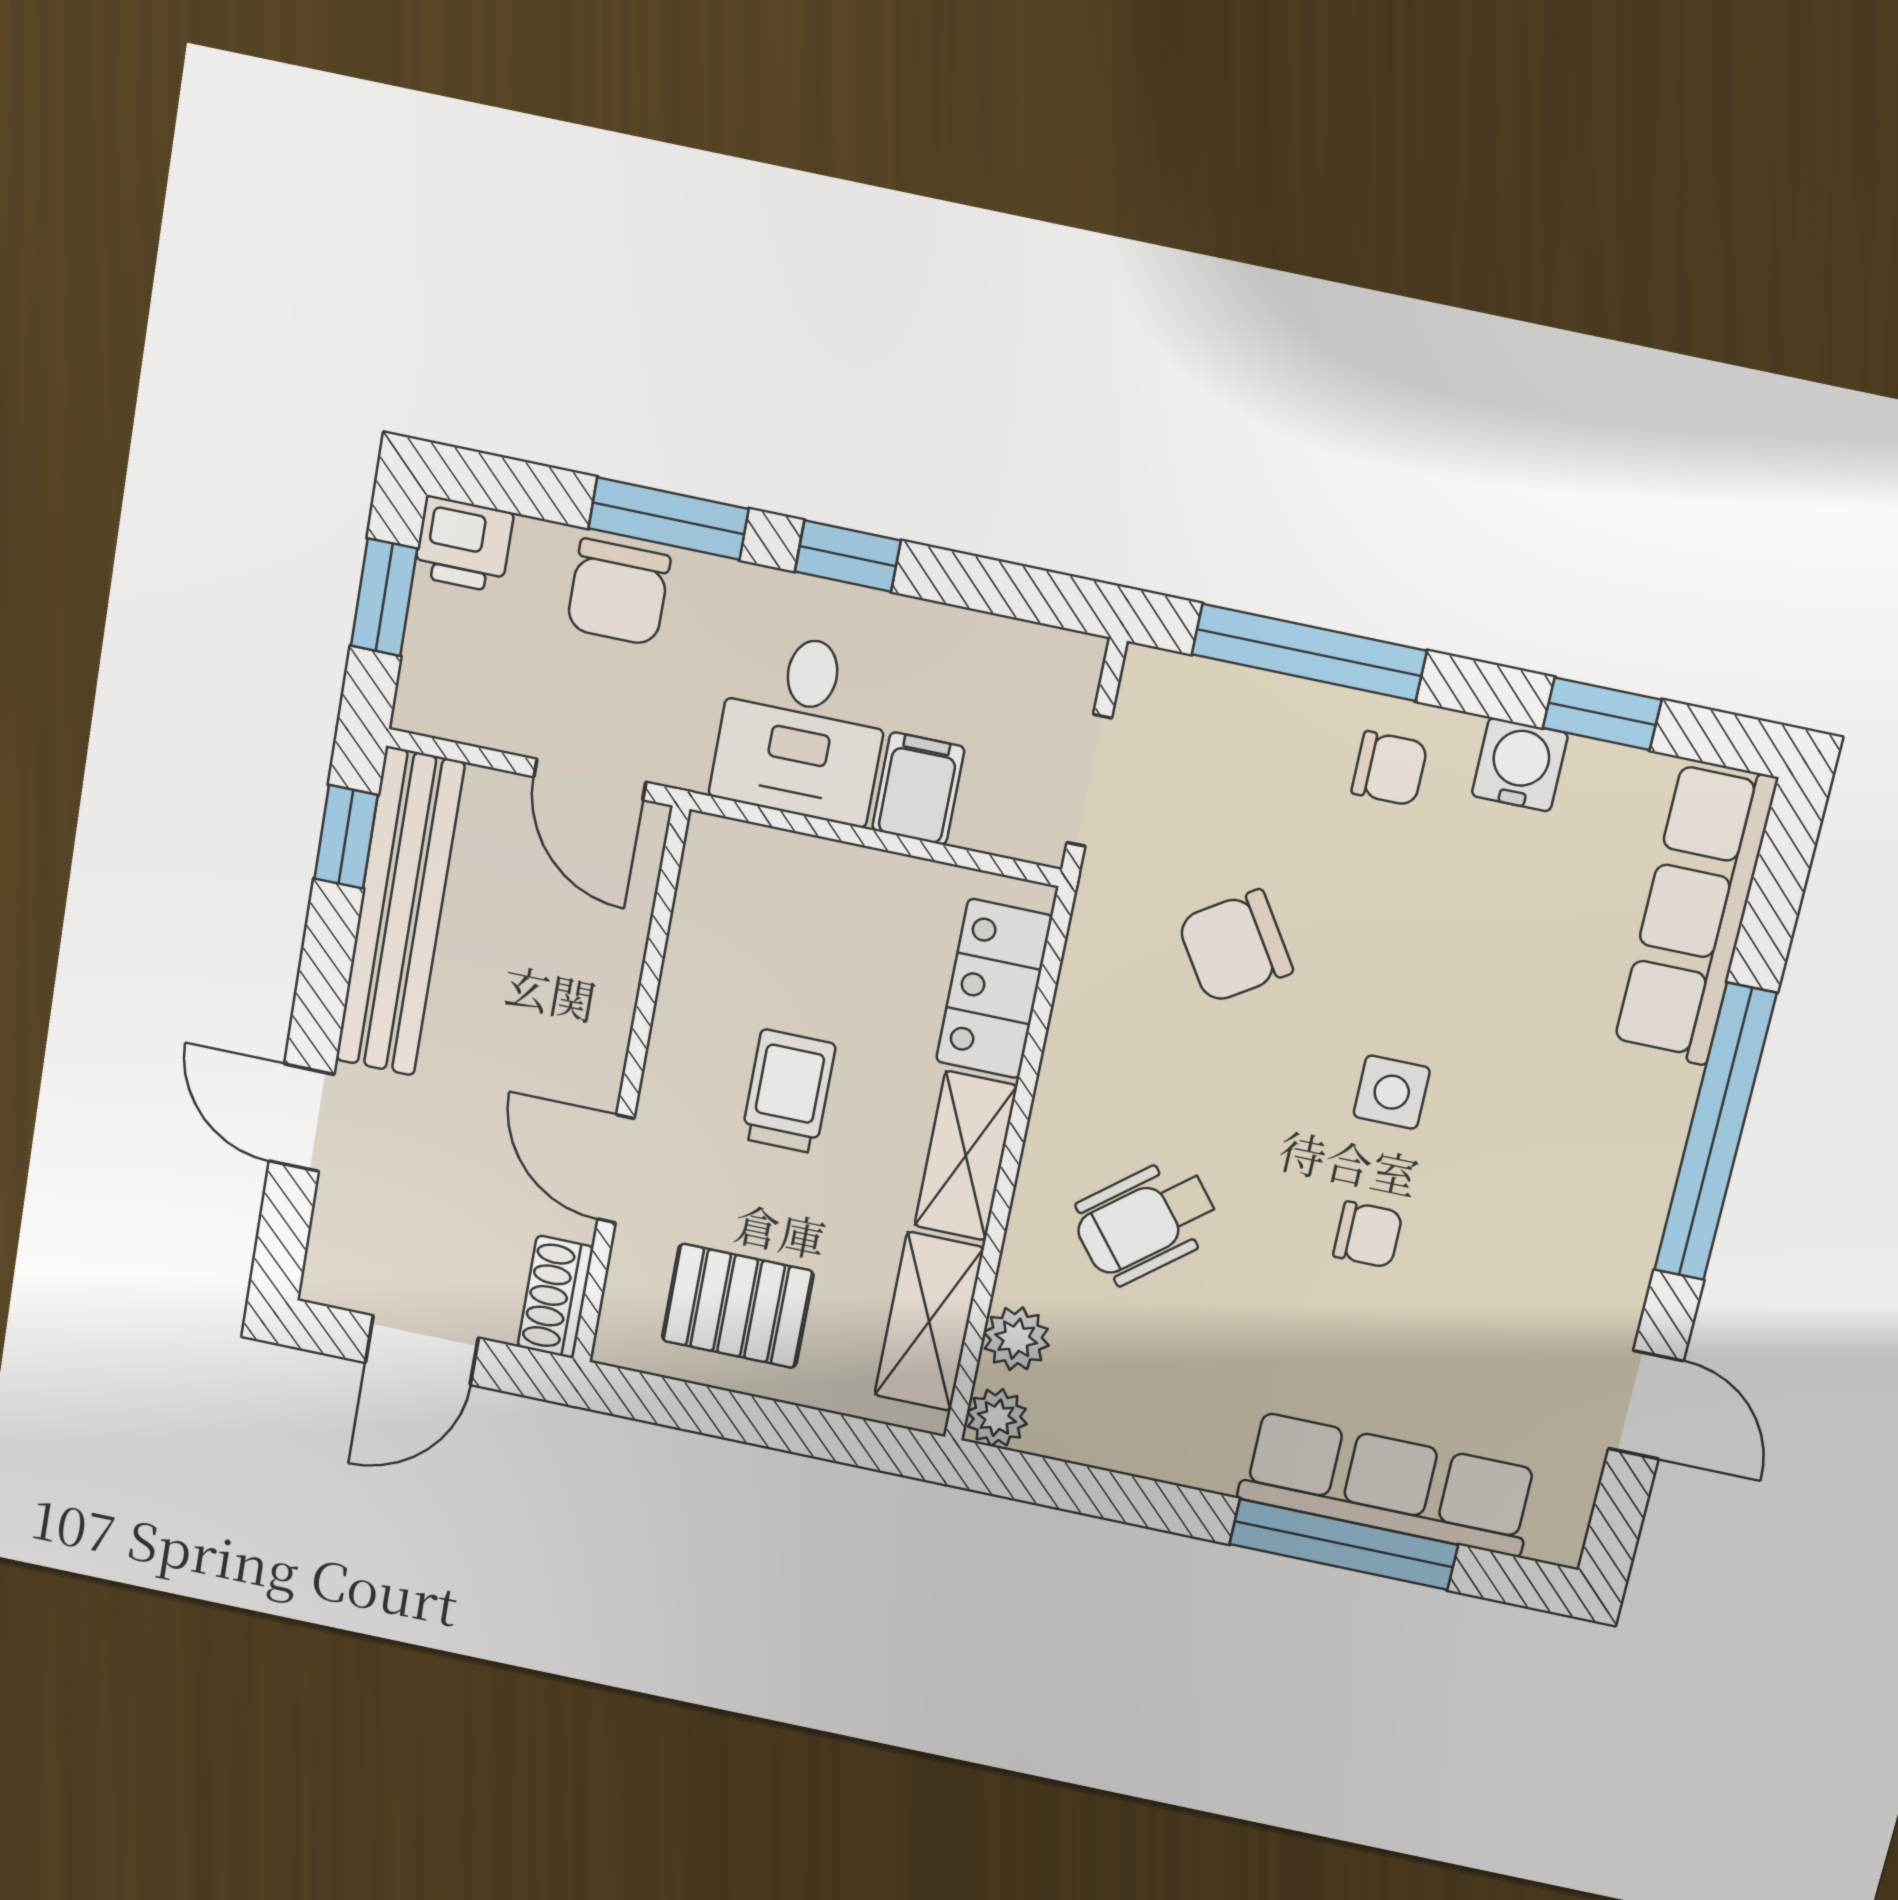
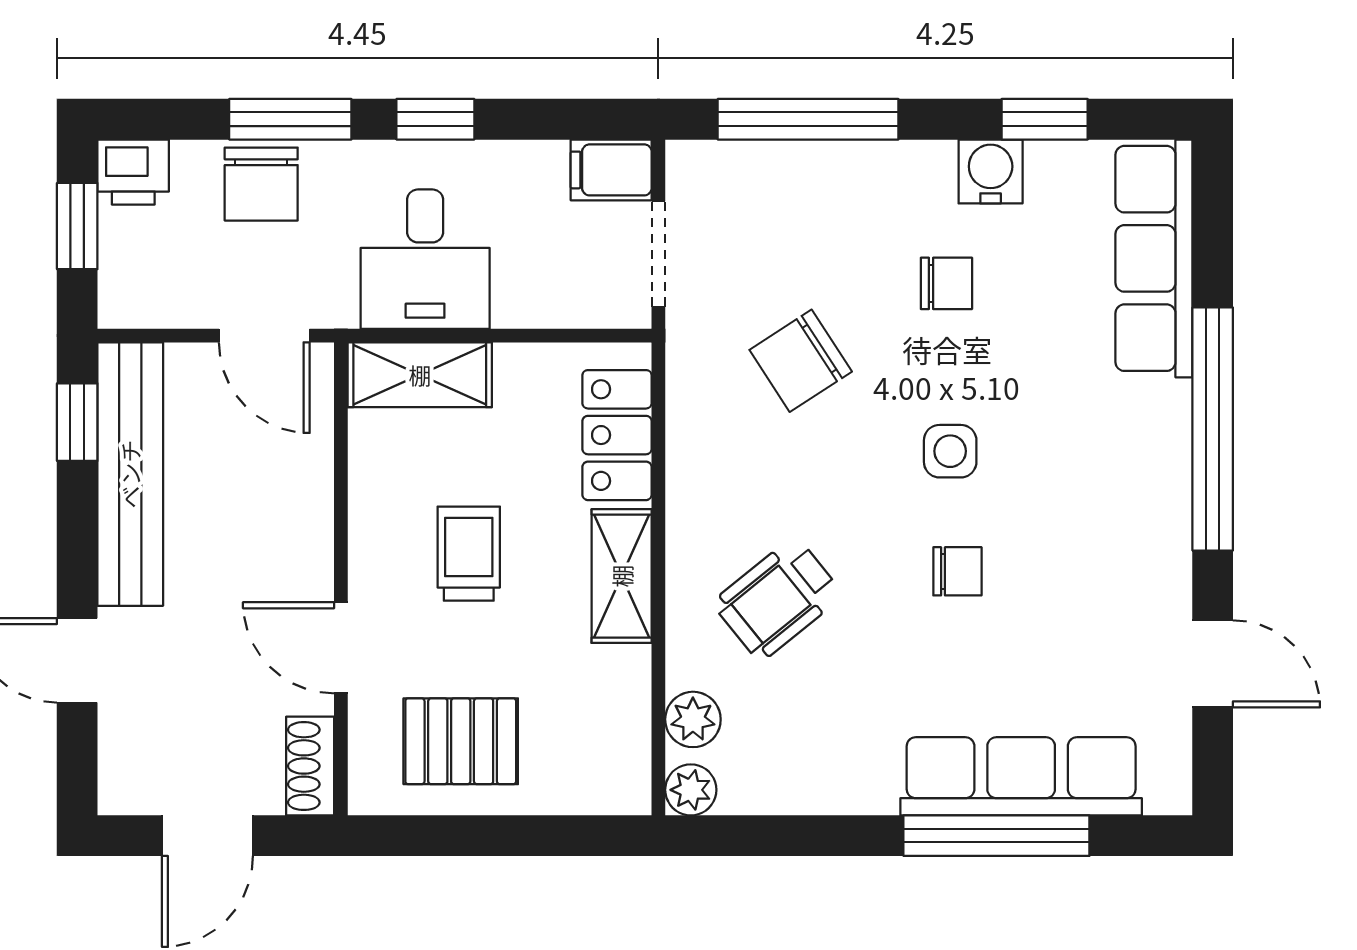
chair: (1390, 768) -> (946, 283), moved
filing cabinet: (918, 789) -> (611, 170), moved, turned -90
shelving: (929, 1322) -> (420, 375), moved, turned 90

